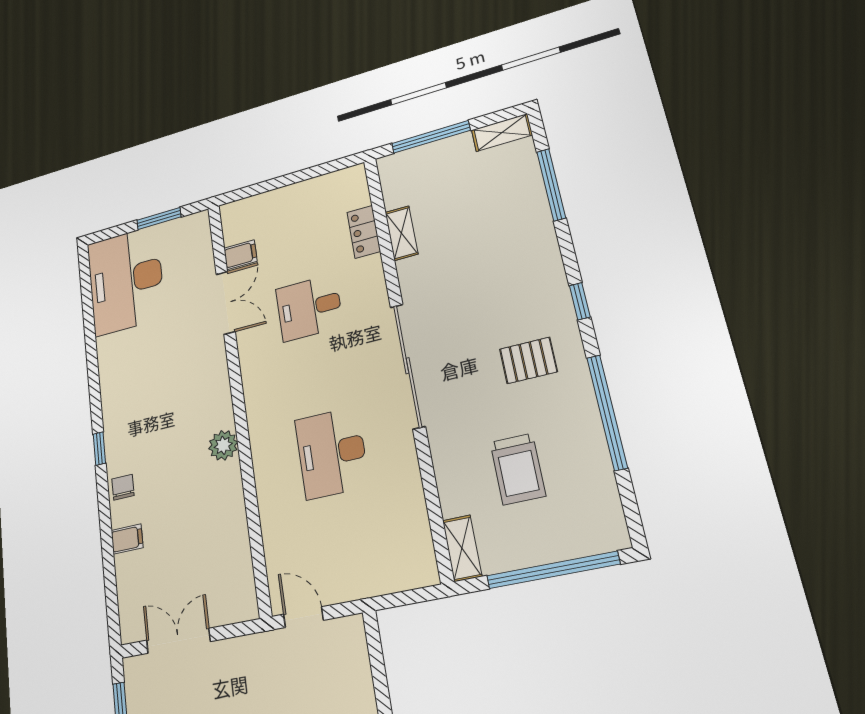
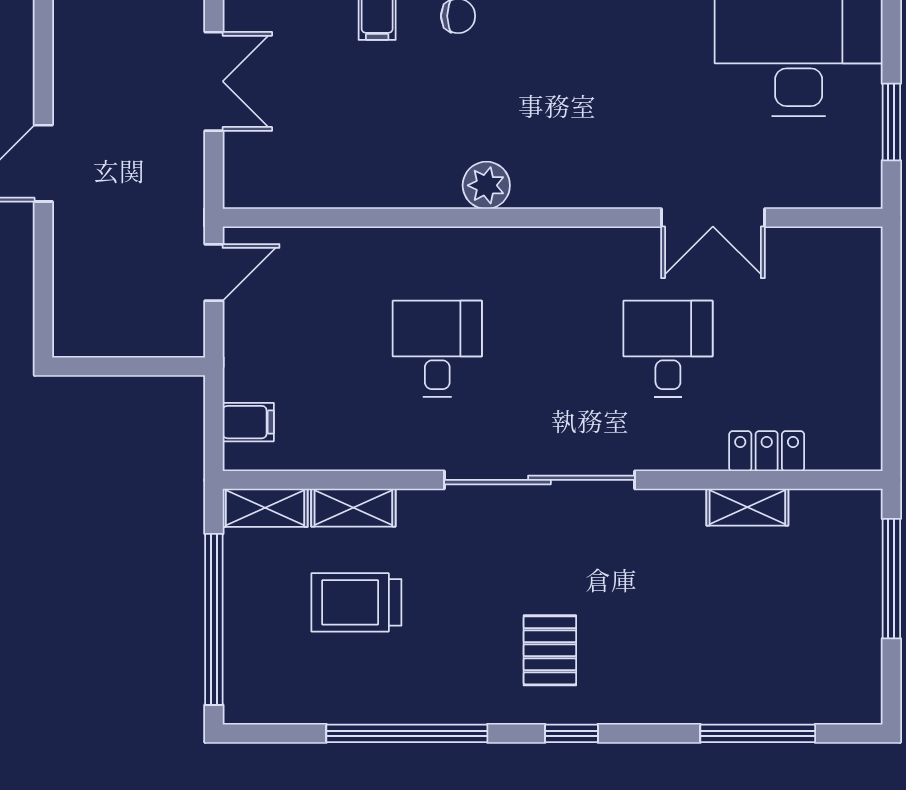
shelving: (502, 133) -> (353, 508), moved, turned 90
filing cabinet: (240, 255) -> (248, 422), moved, turned -90
pallet: (528, 360) -> (550, 650), moved
desk: (332, 453) -> (437, 349), width x0.73

